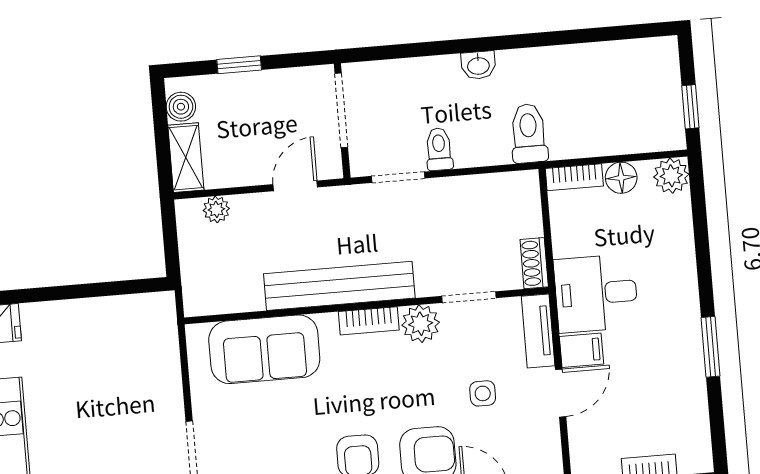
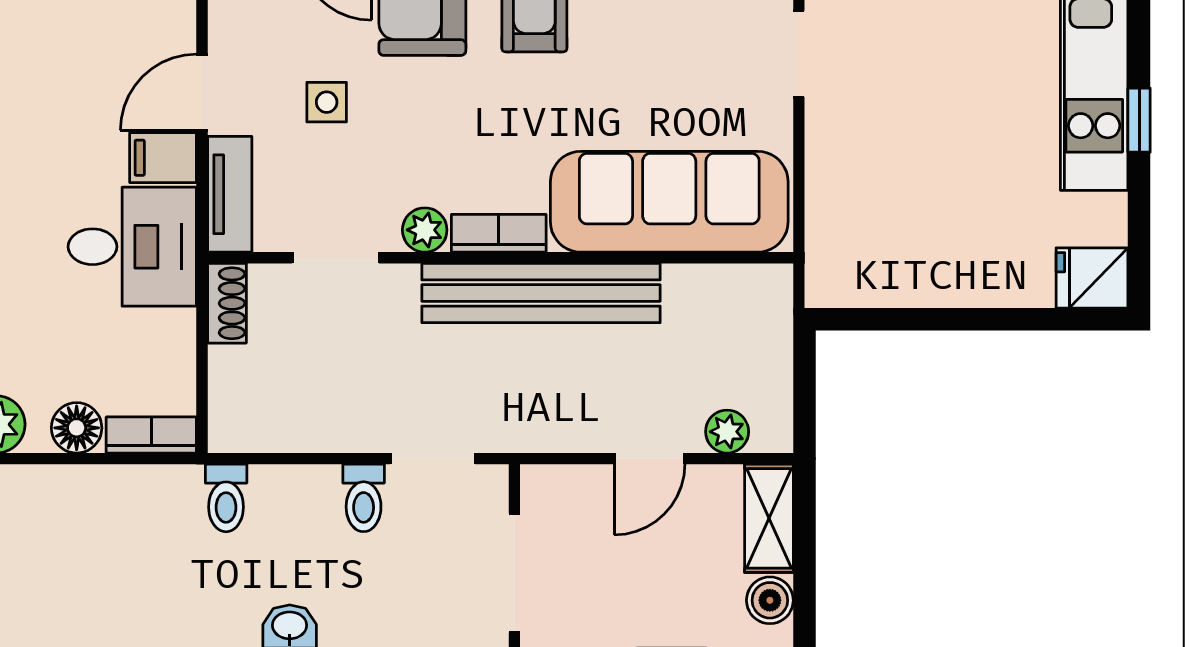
toilet: (529, 133) -> (226, 498), width x0.73, depth x0.72
door: (295, 186) -> (650, 459), moved
plant: (421, 324) -> (425, 230), width x0.73, depth x0.73
sofa: (264, 349) -> (669, 202), width x1.36

